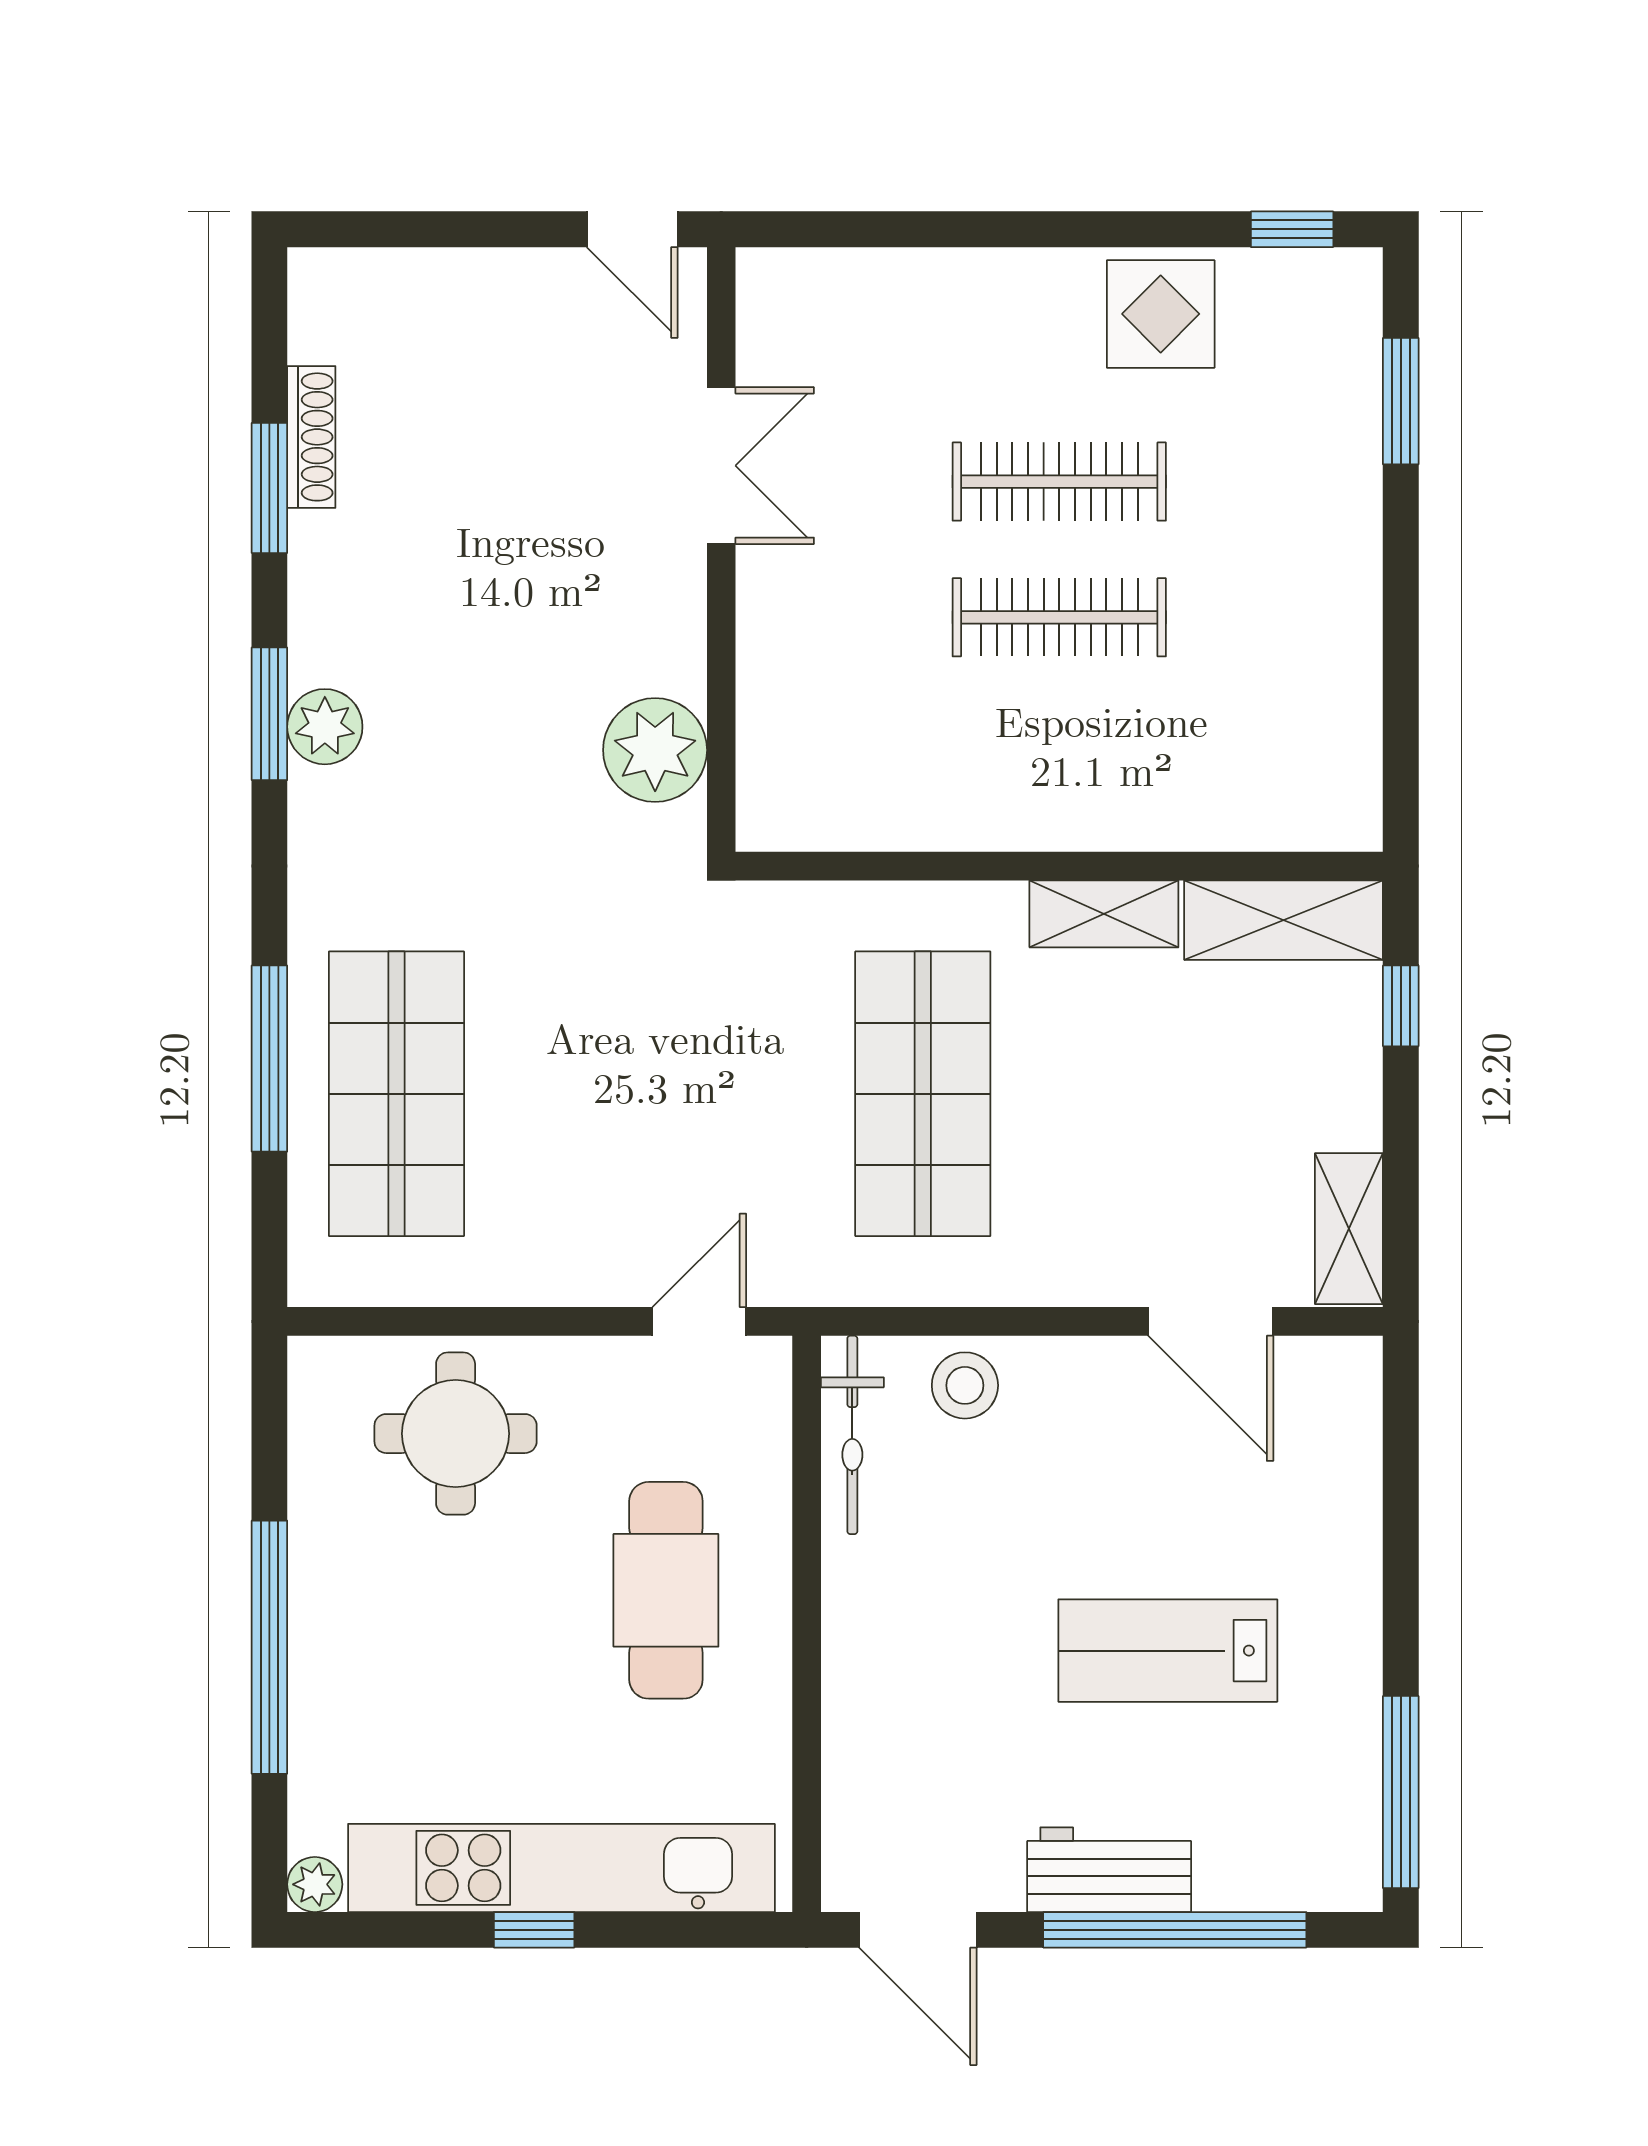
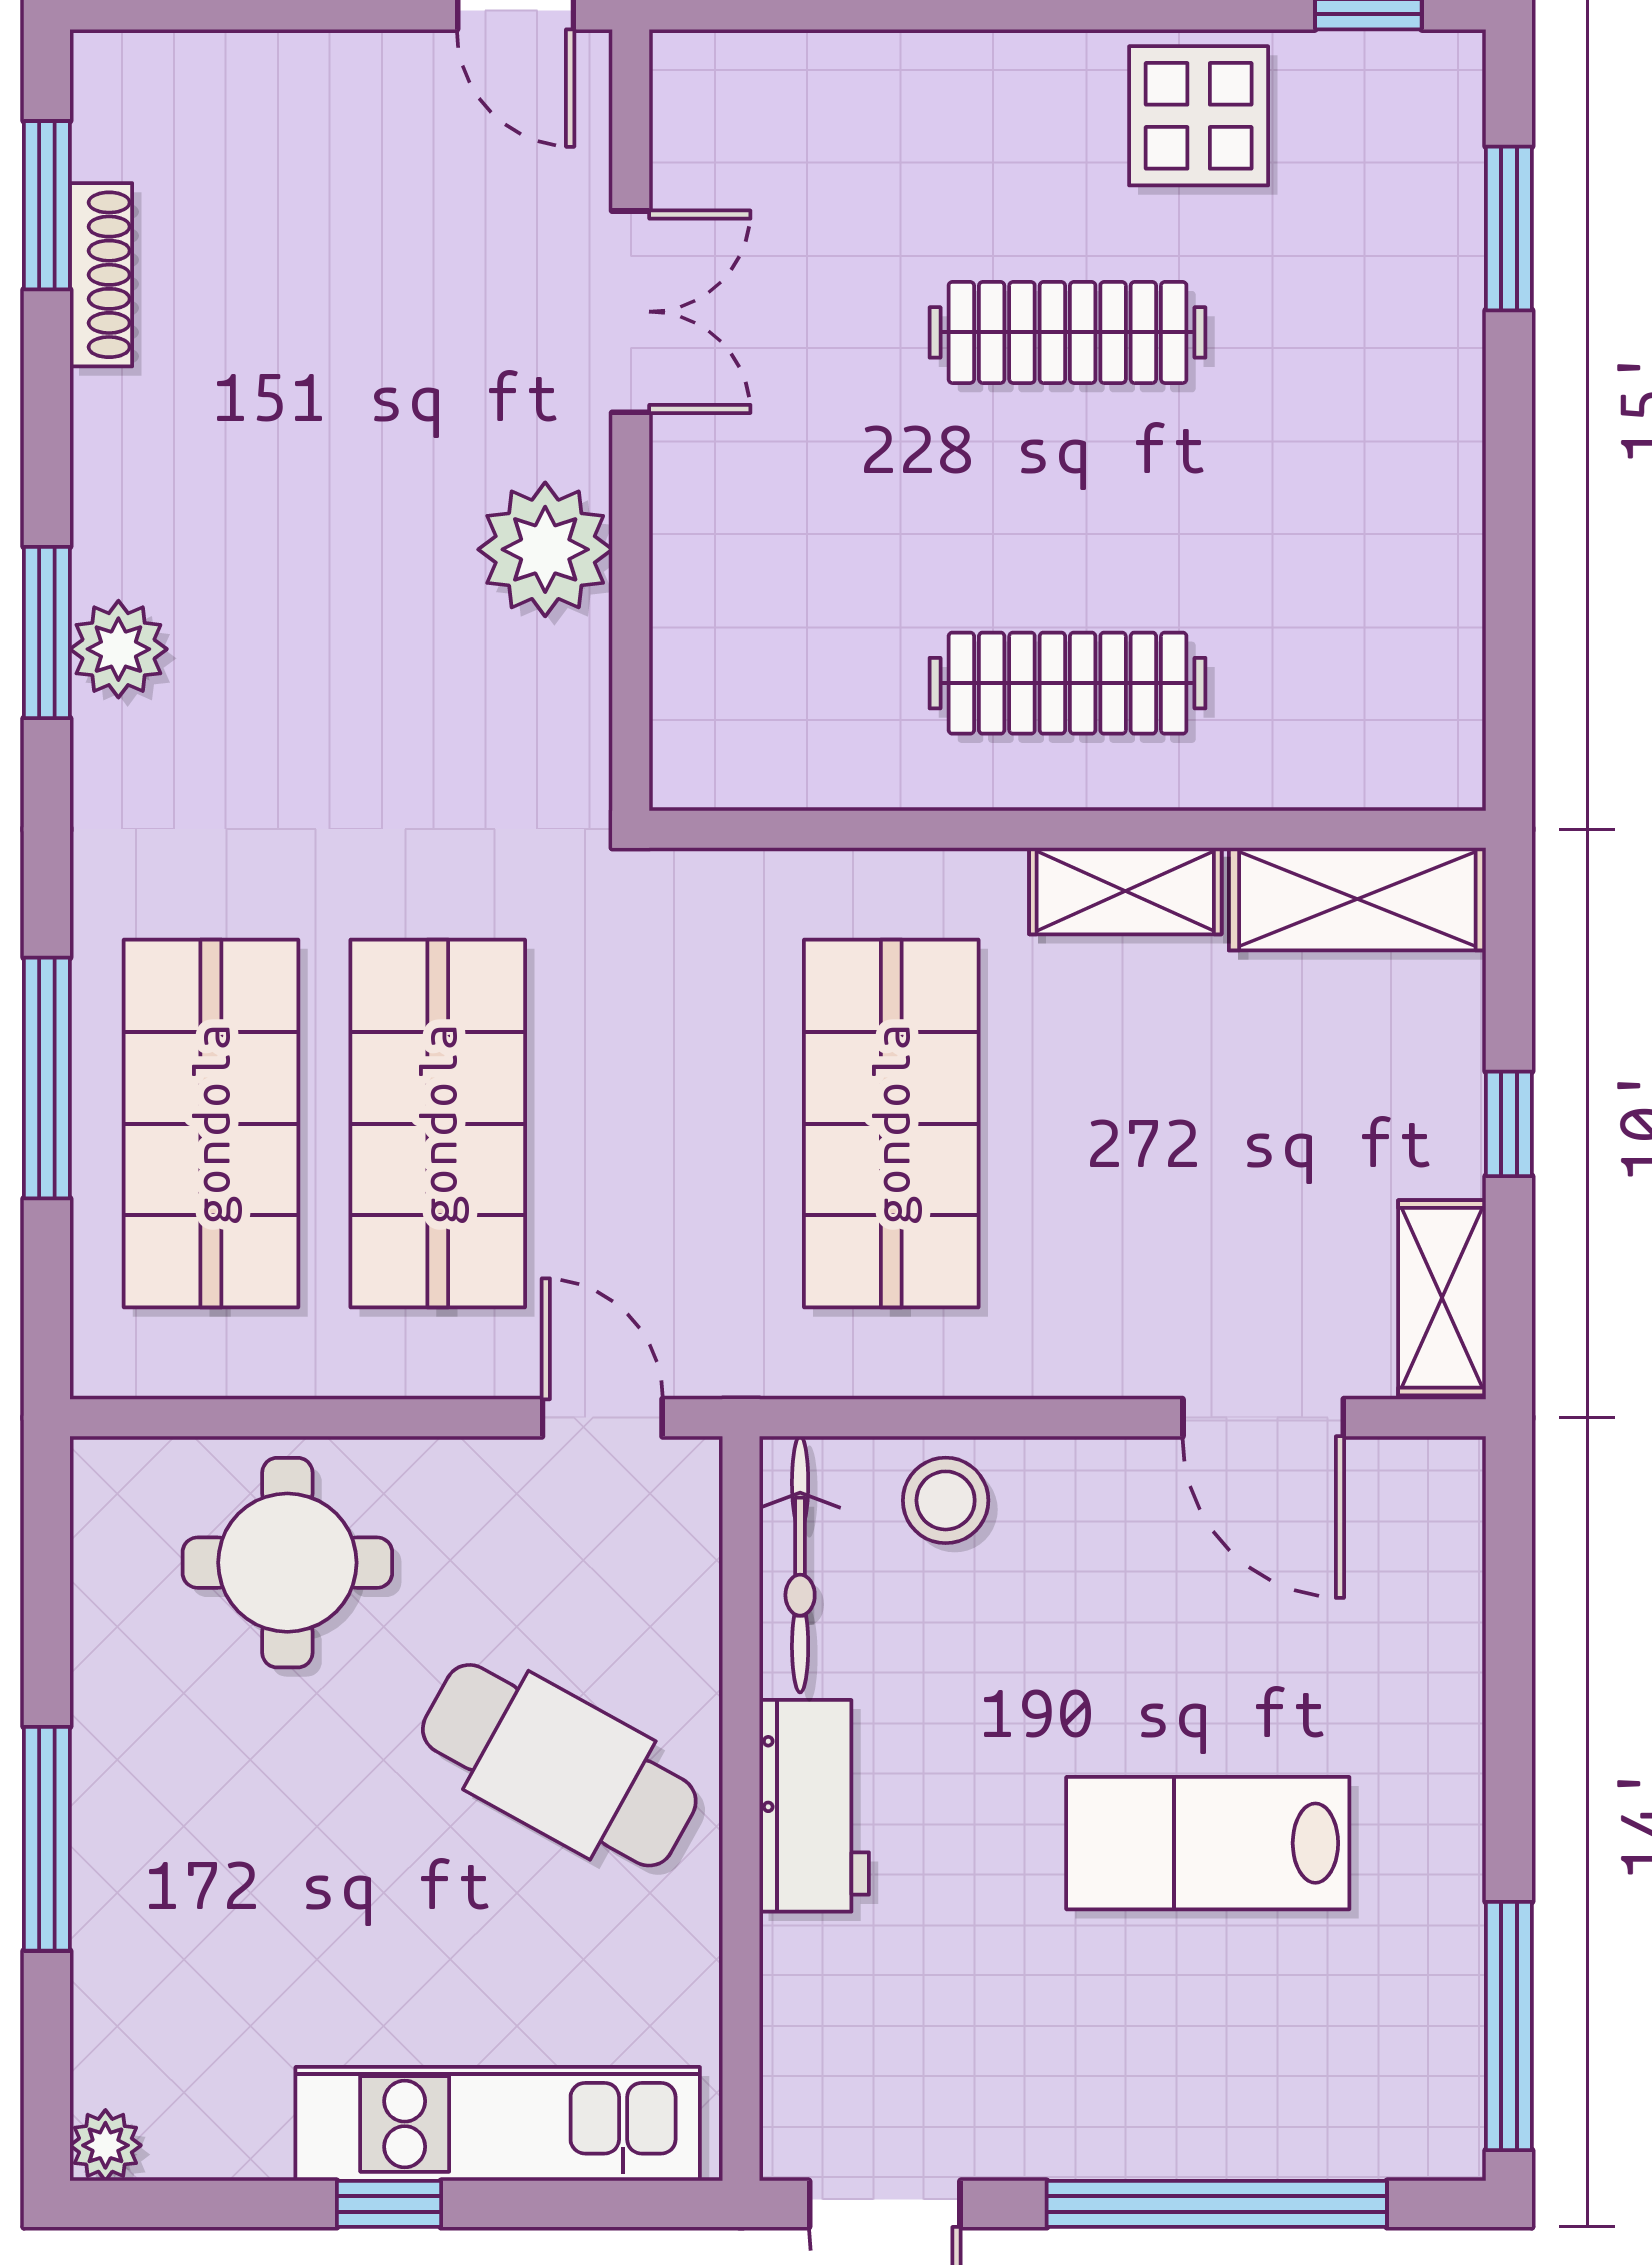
window: (269, 488) -> (47, 205), moved
clothes rail: (1059, 617) -> (1068, 683), moved
plant: (655, 750) -> (545, 549), moved
window: (1401, 1006) -> (1509, 1124), moved
shop shelf: (572, 1094) -> (438, 1124), added
door: (699, 1321) -> (602, 1418), hinge flipped
cafe table: (666, 1590) -> (559, 1765), turned -61
window: (269, 1647) -> (47, 1839), width x0.68
kitchen unit: (561, 1868) -> (498, 2124), width x0.73
workbench: (1109, 1870) -> (814, 1806), moved, turned 90

